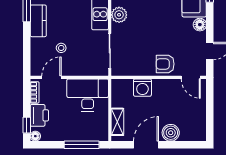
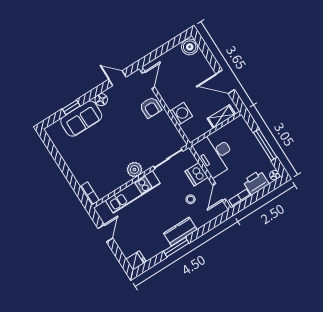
dishwasher: (80, 67) -> (197, 174), added
door: (51, 77) -> (219, 192), hinge flipped
window: (27, 125) -> (270, 188), removed
boiler: (171, 133) -> (190, 47), moved
window: (82, 145) -> (265, 145), moved

